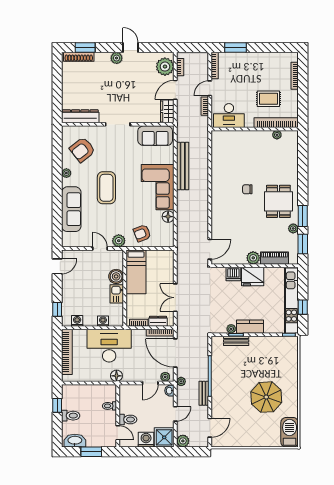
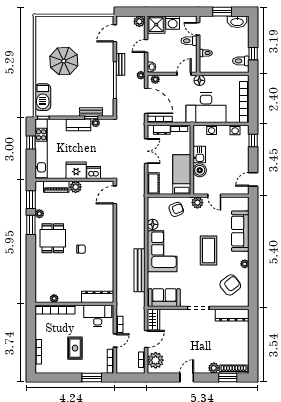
door: (131, 48) -> (187, 377), swing flipped
plant: (117, 58) -> (214, 368), moved
rug: (268, 99) -> (75, 348), moved, turned 90
dresser: (229, 137) -> (98, 297), added
cot: (167, 262) -> (153, 183), added
door: (150, 383) -> (184, 74), moved
toilet: (71, 416) -> (241, 61), moved
barbecue: (290, 432) -> (43, 97), moved

